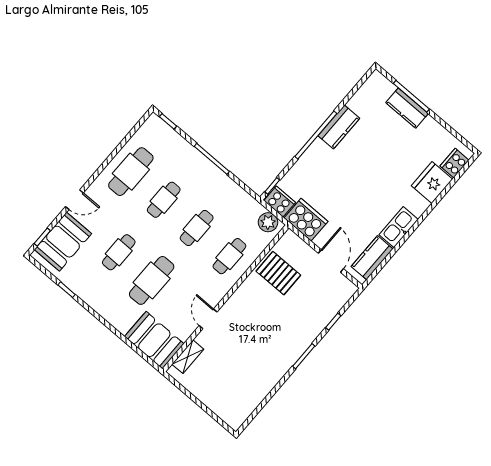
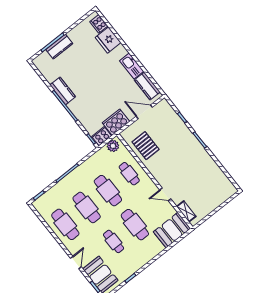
cafe table: (164, 200) -> (87, 207), width x1.37, depth x1.35
cafe table: (197, 228) -> (108, 191), width x1.37, depth x1.35
pallet: (278, 273) -> (146, 146), turned 90

